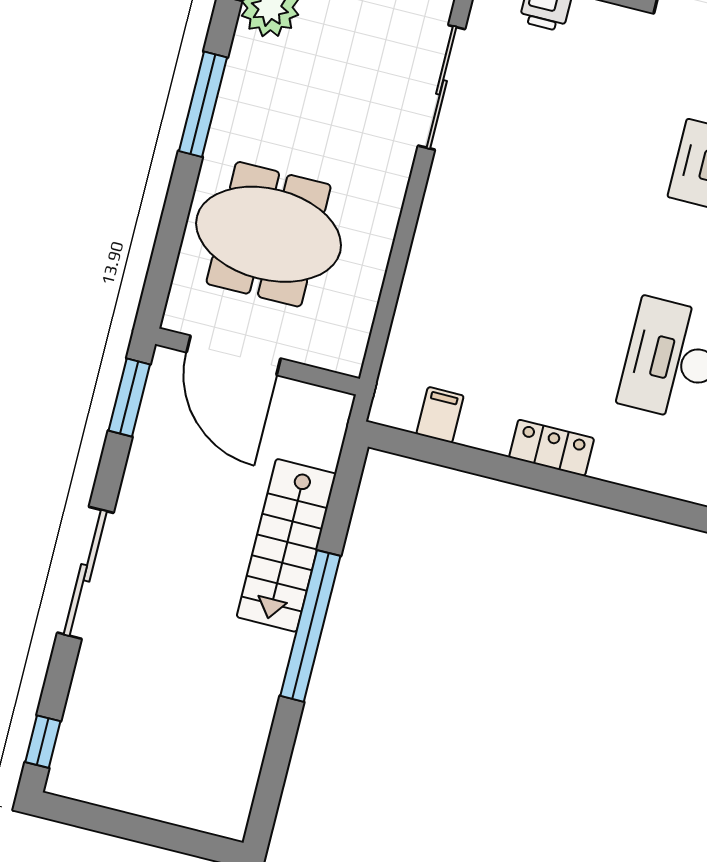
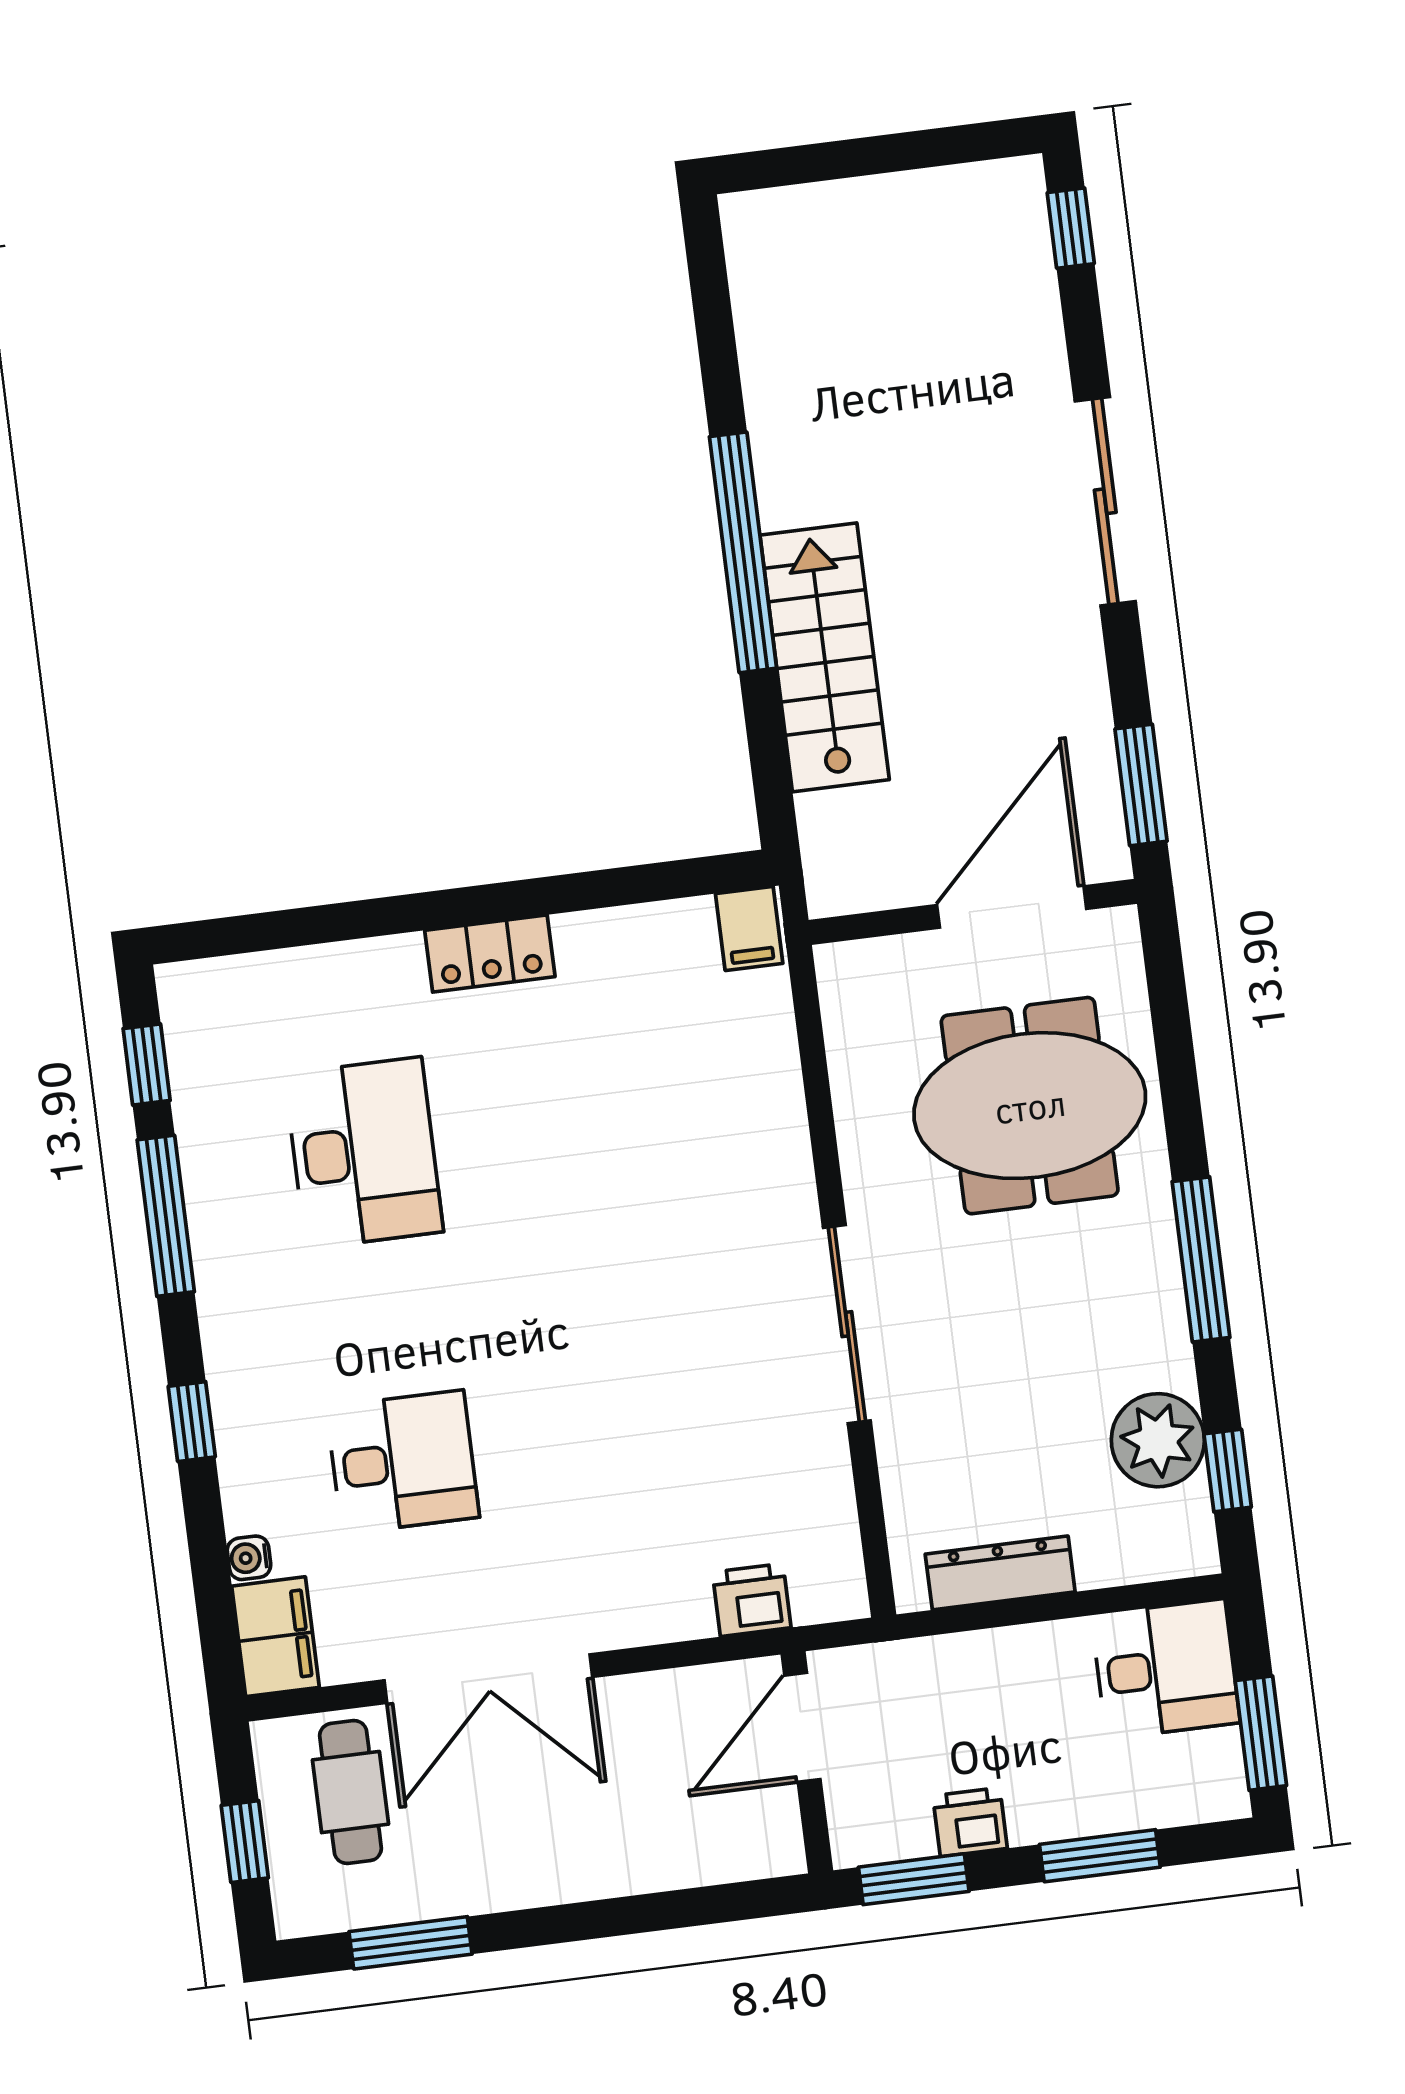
sliding door: (442, 87) -> (847, 1324), moved
door: (234, 355) -> (1012, 907), hinge flipped
filing cabinet: (440, 415) -> (749, 928), moved

